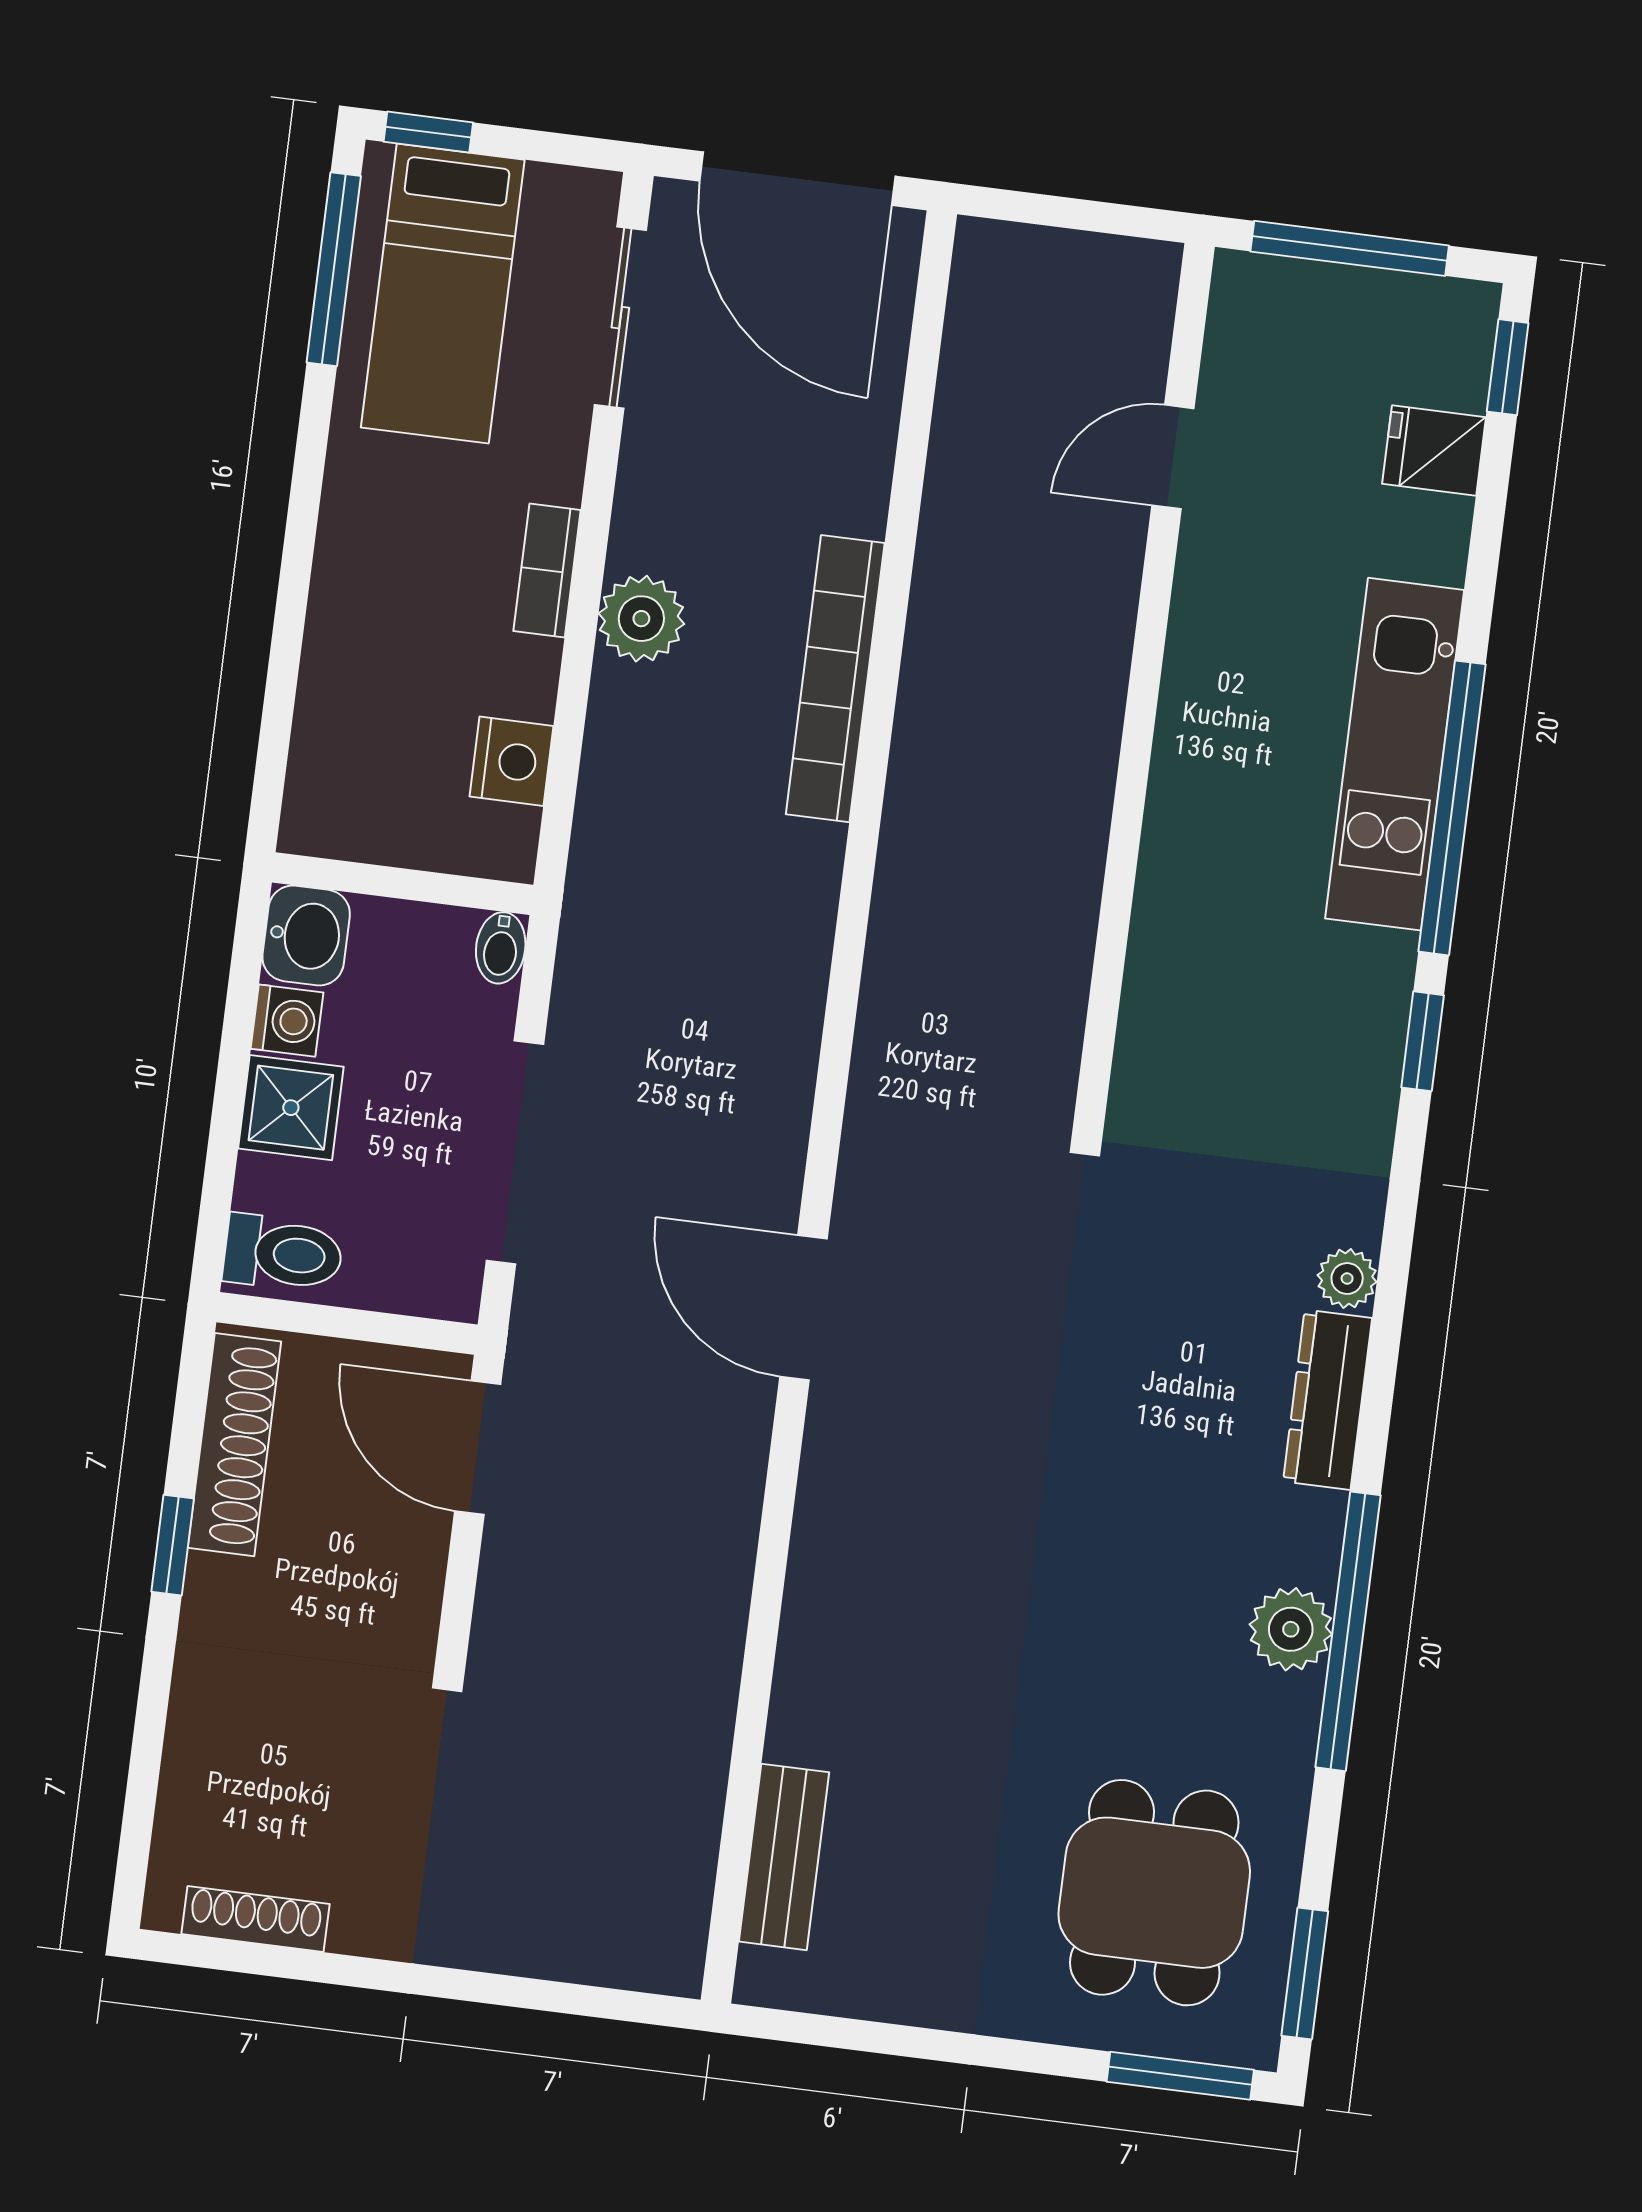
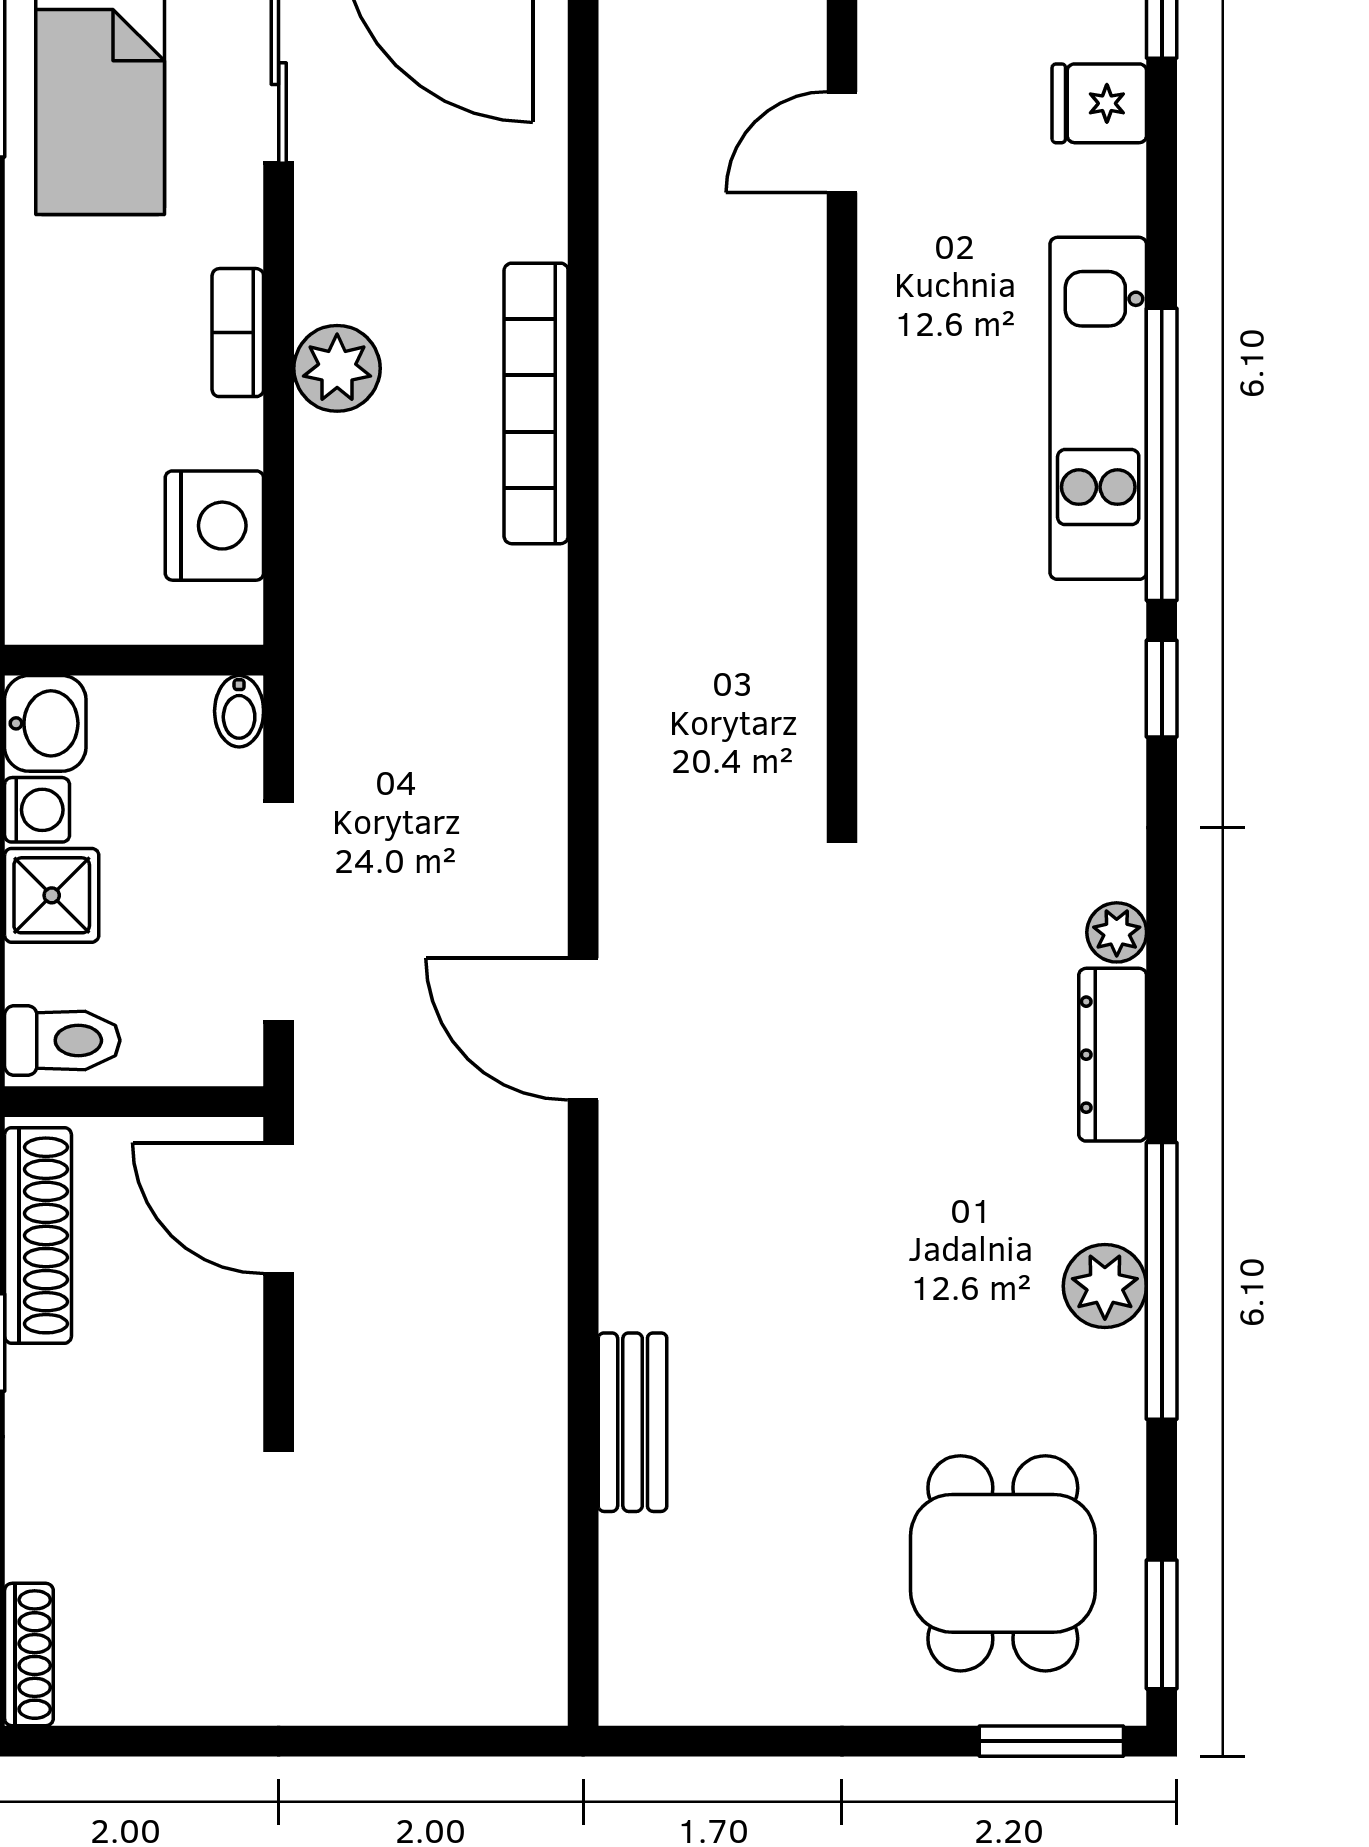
nightstand: (511, 761) -> (214, 526), width x1.36, depth x1.33
bench: (784, 1857) -> (633, 1422), moved
shoe rack: (256, 1919) -> (29, 1655), moved, turned 90

